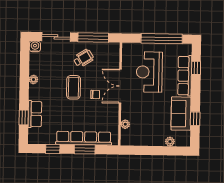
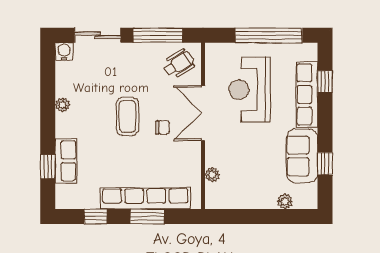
wheelchair: (84, 58) -> (179, 64), moved

